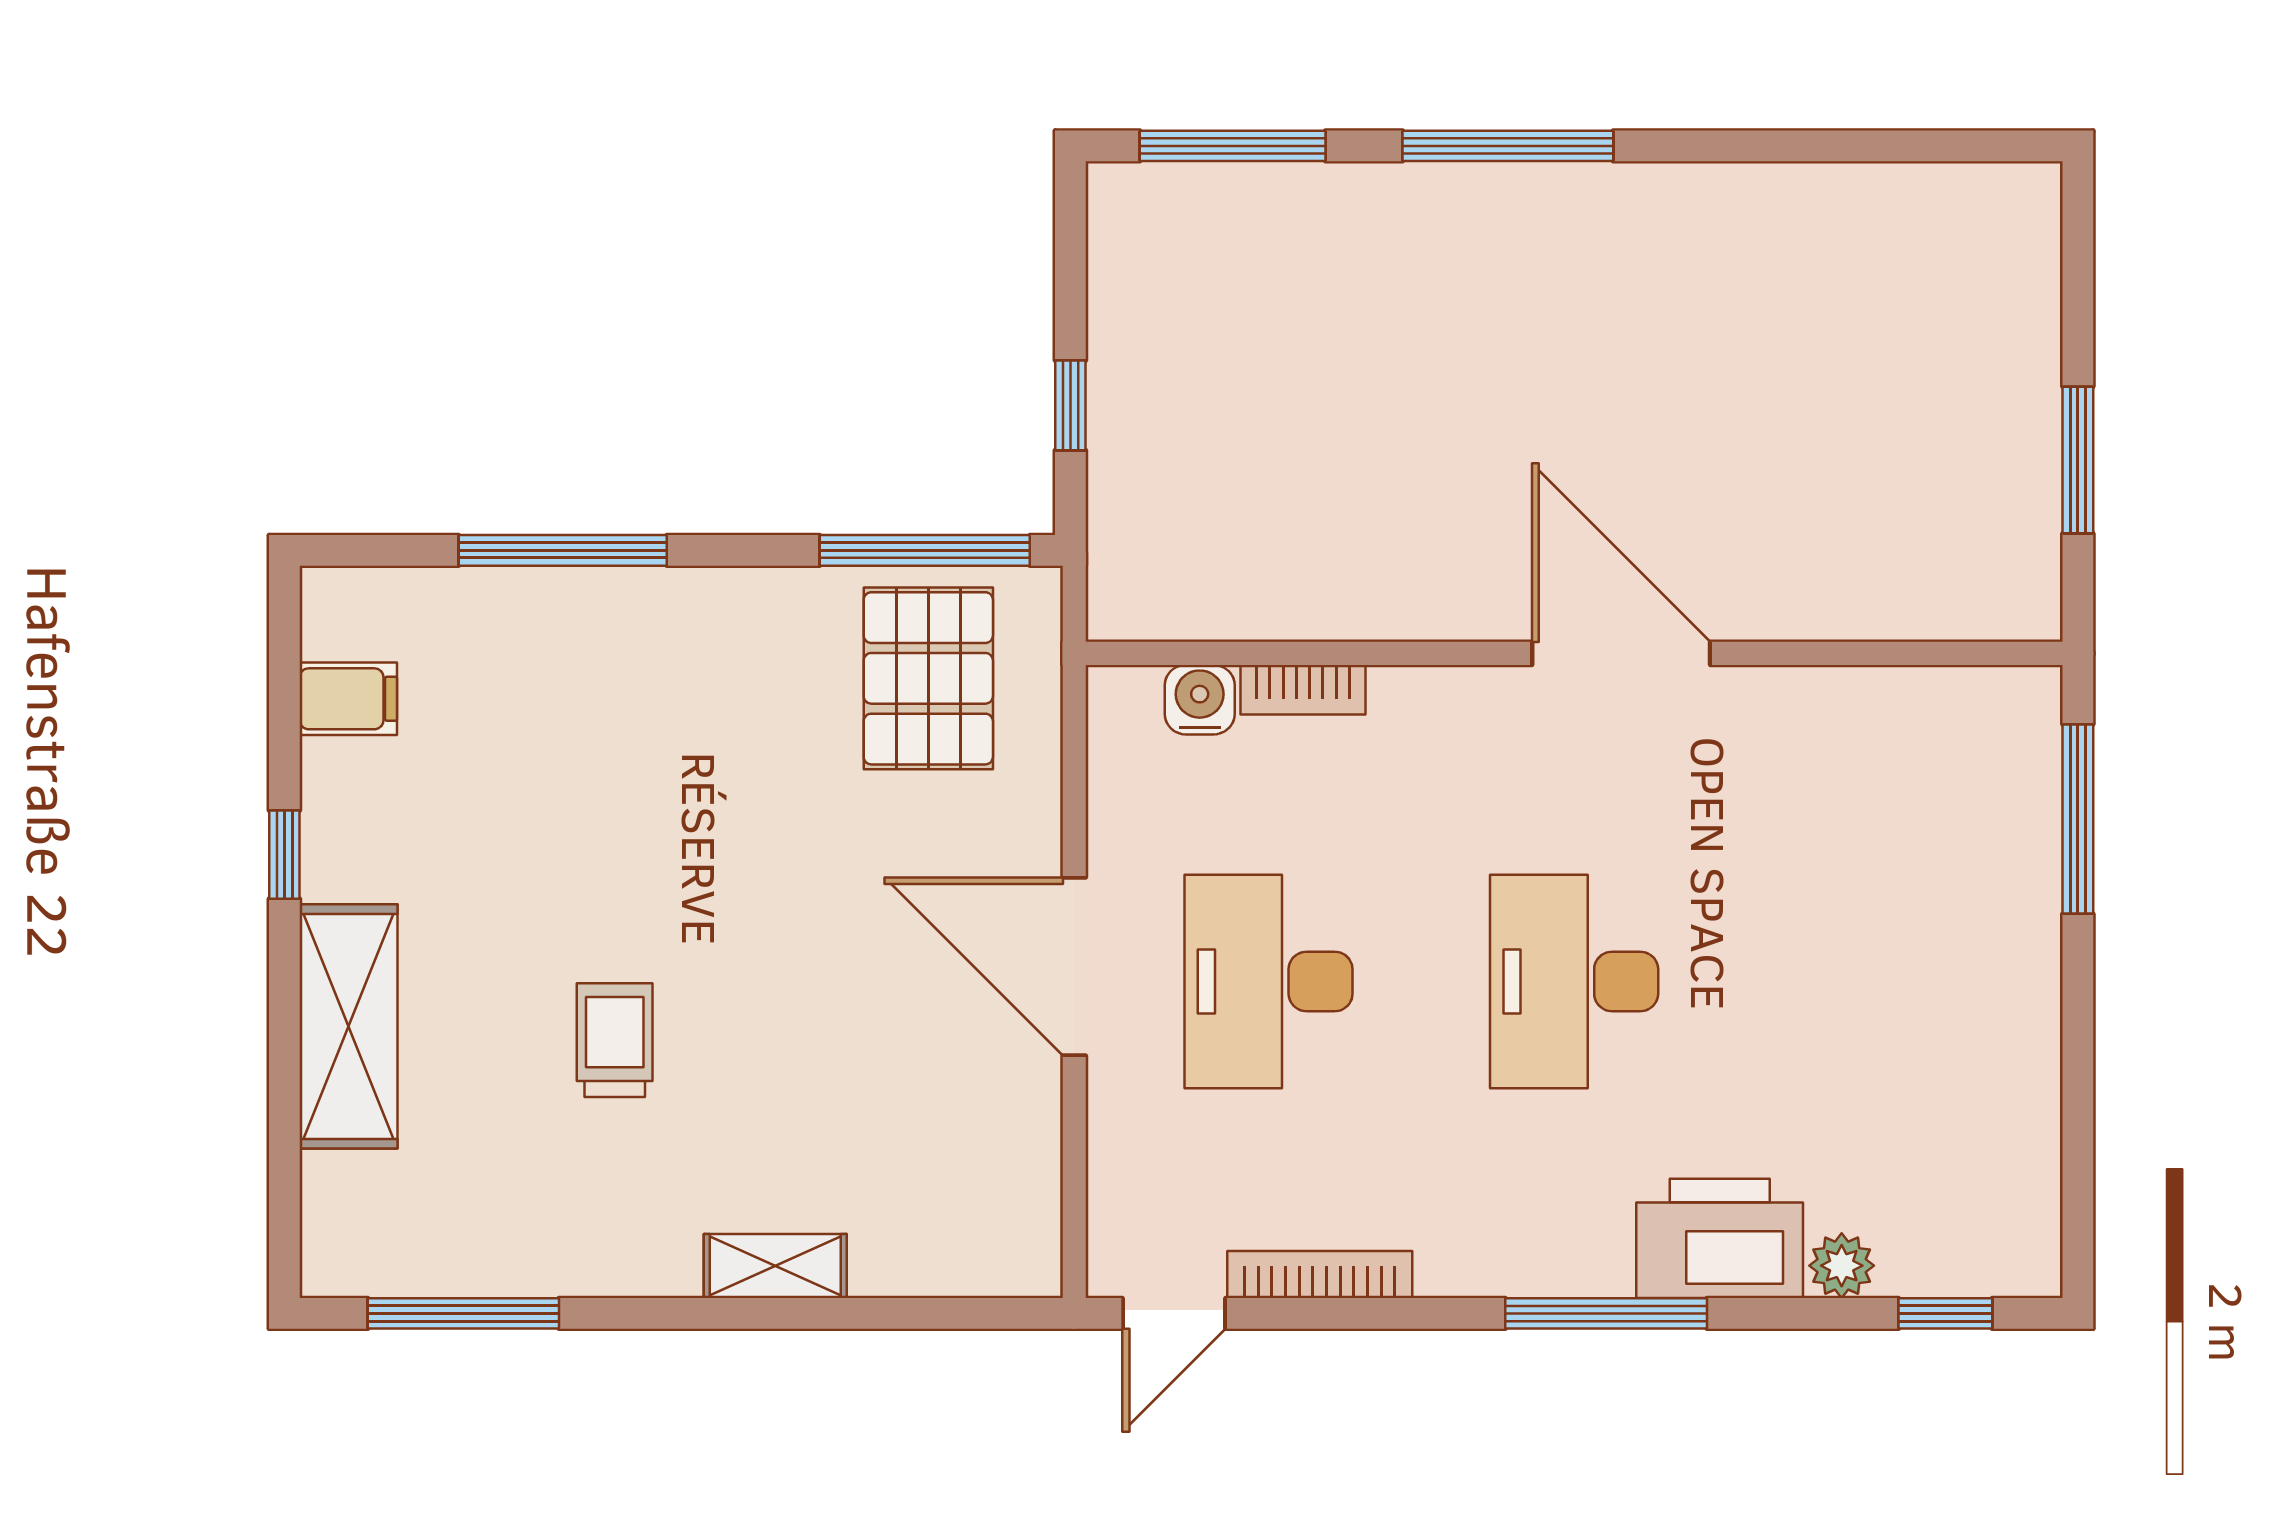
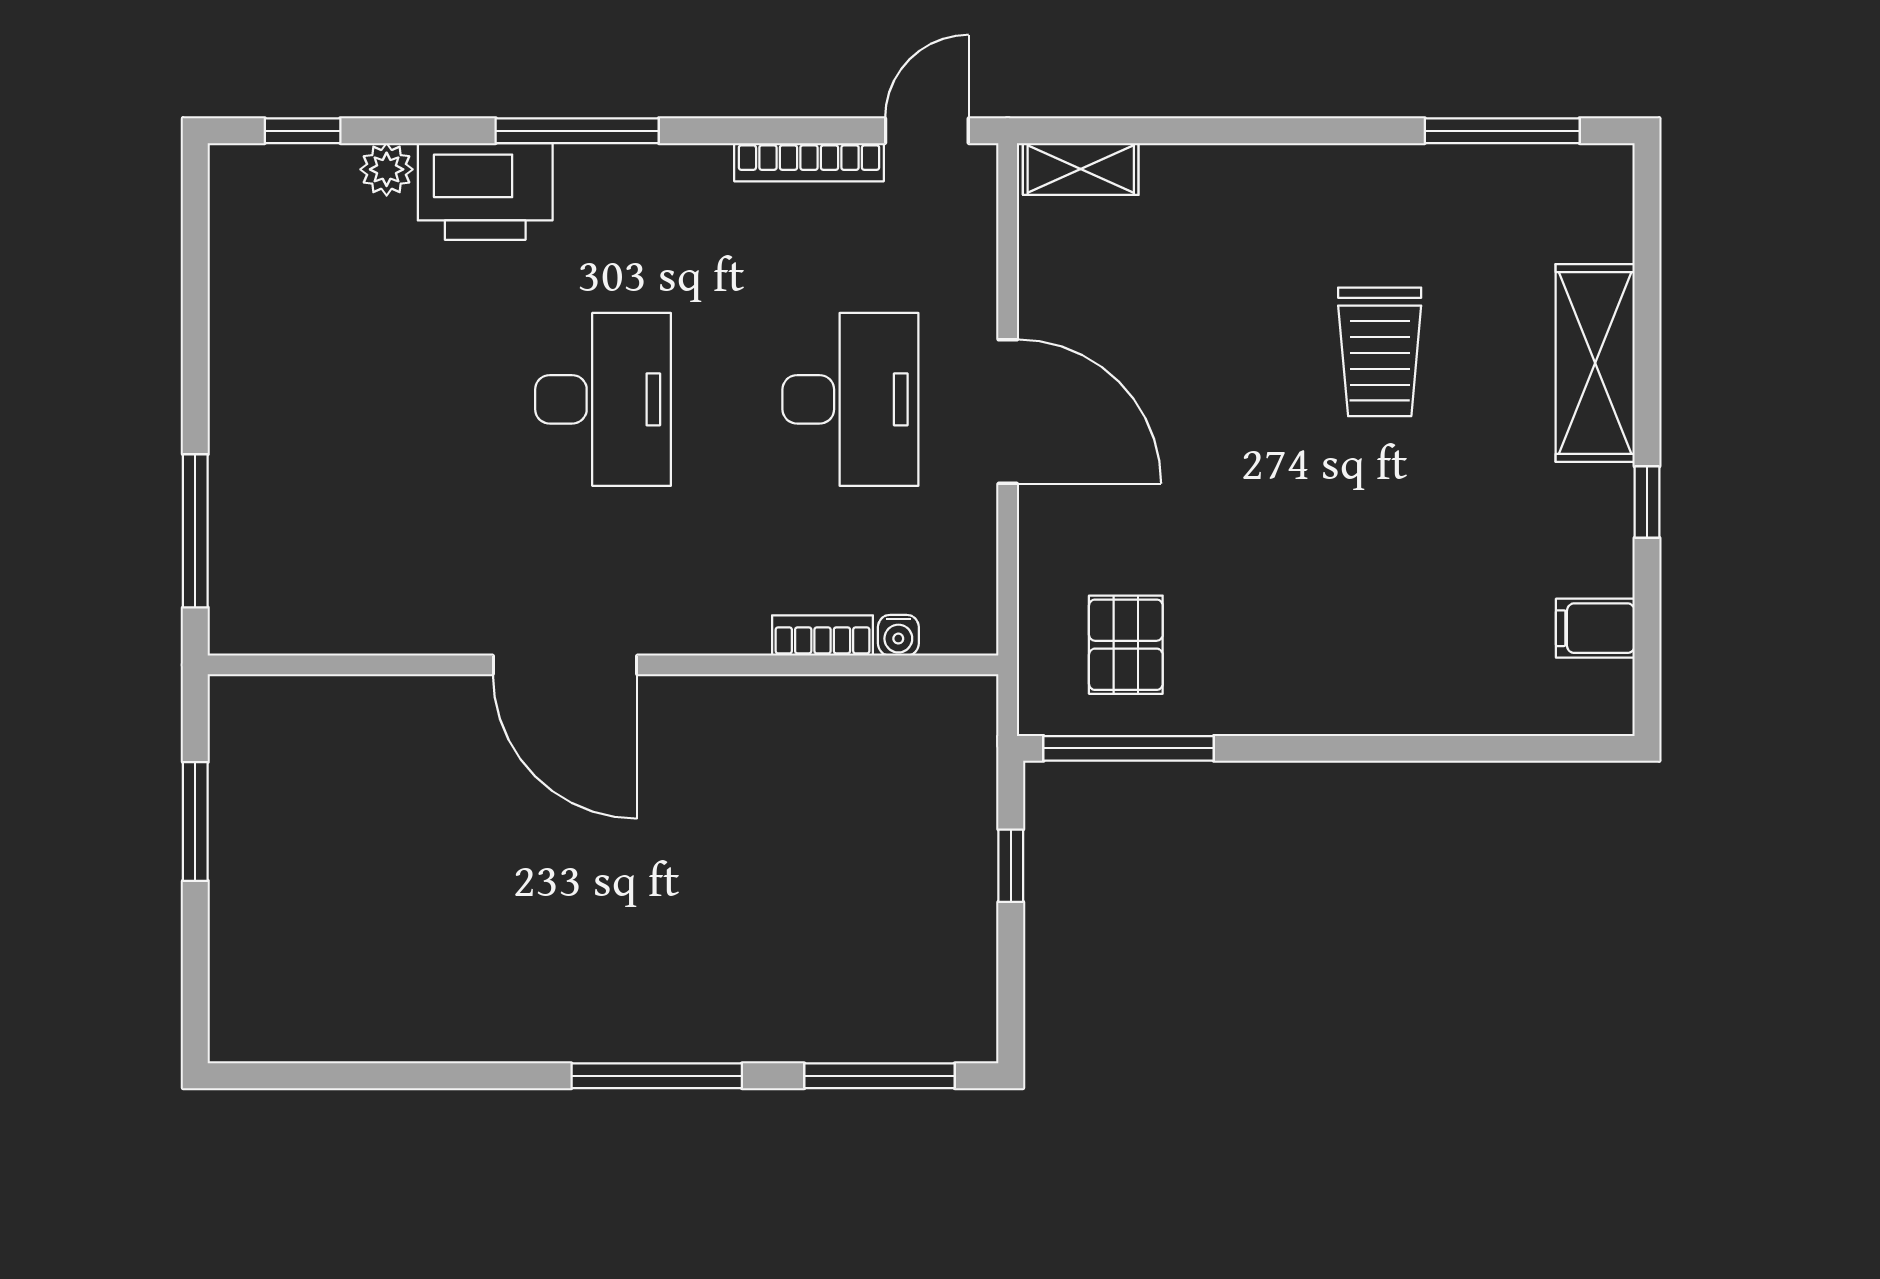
window: (563, 550) -> (1422, 748), removed
pallet: (928, 678) -> (1126, 645), width x0.67, depth x0.71
water cooler: (1200, 700) -> (898, 635), width x0.72, depth x0.72
trolley: (615, 1040) -> (1380, 352), width x1.36, depth x1.39
shelving: (775, 1266) -> (1081, 169), moved

